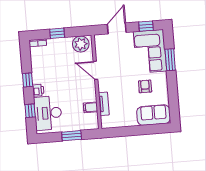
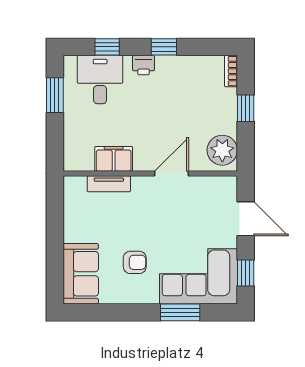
filing cabinet: (91, 107) -> (114, 159), width x2.00
desk: (48, 113) -> (100, 80), width x0.73
window: (72, 136) -> (55, 95), moved

